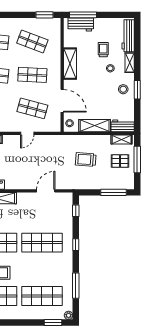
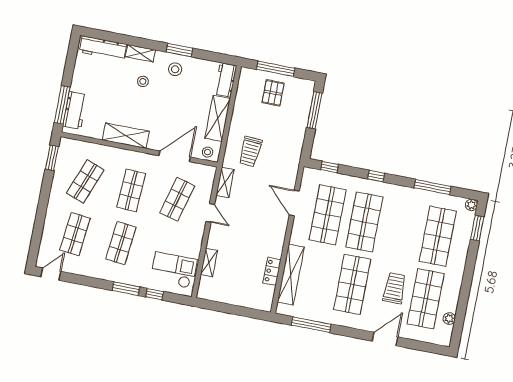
trolley: (103, 50) -> (115, 86), removed
shelving: (122, 140) -> (225, 183), moved
trolley: (86, 160) -> (250, 152), moved
shop shelf: (42, 216) -> (328, 215), added

